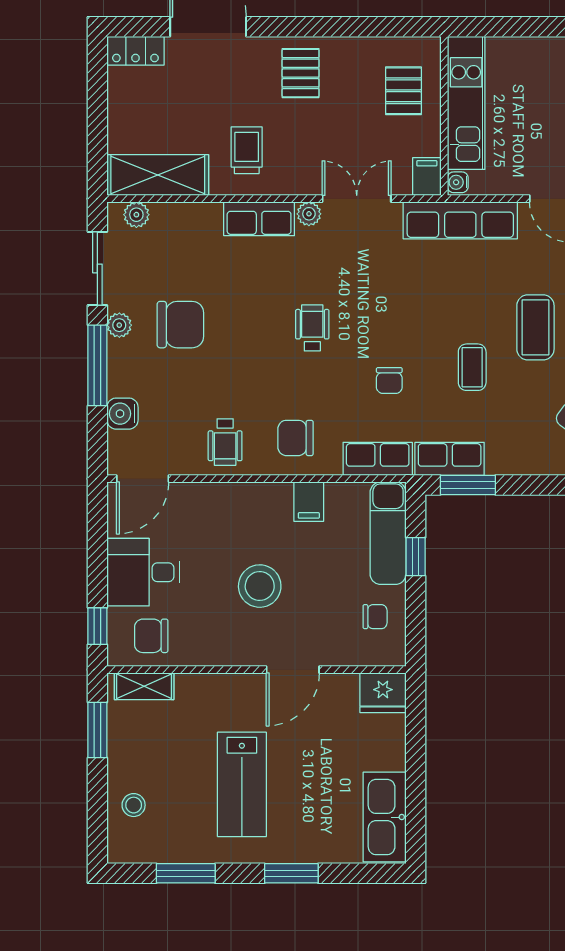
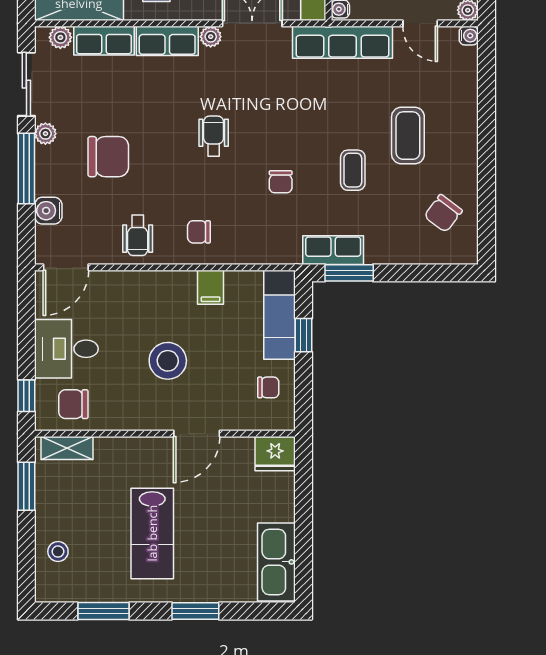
chair: (180, 325) -> (108, 157), moved
chair: (296, 438) -> (199, 232), width x0.73, depth x0.73
row of seats: (378, 459) -> (104, 41), moved, turned 180

